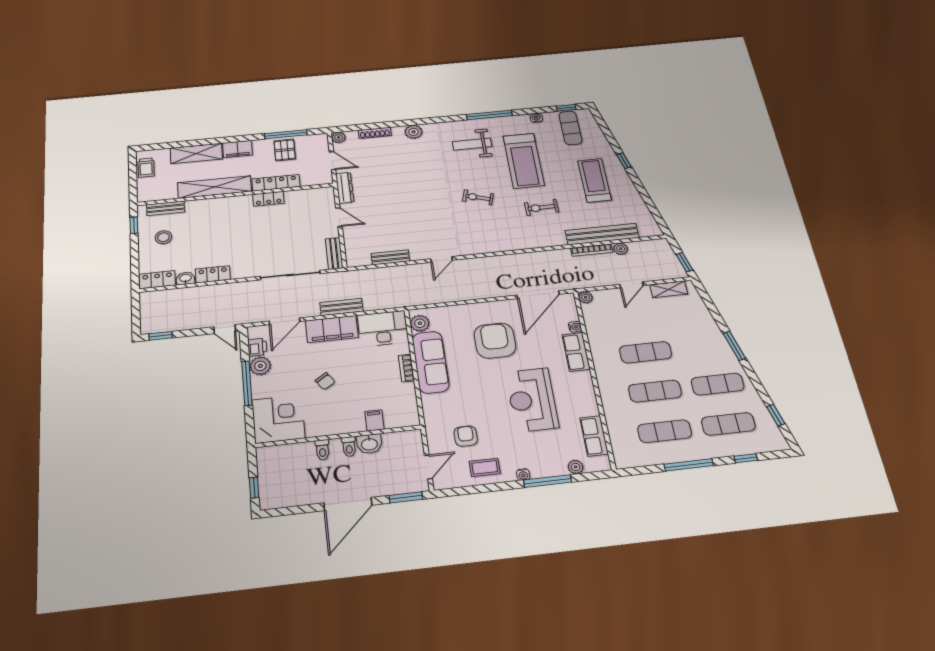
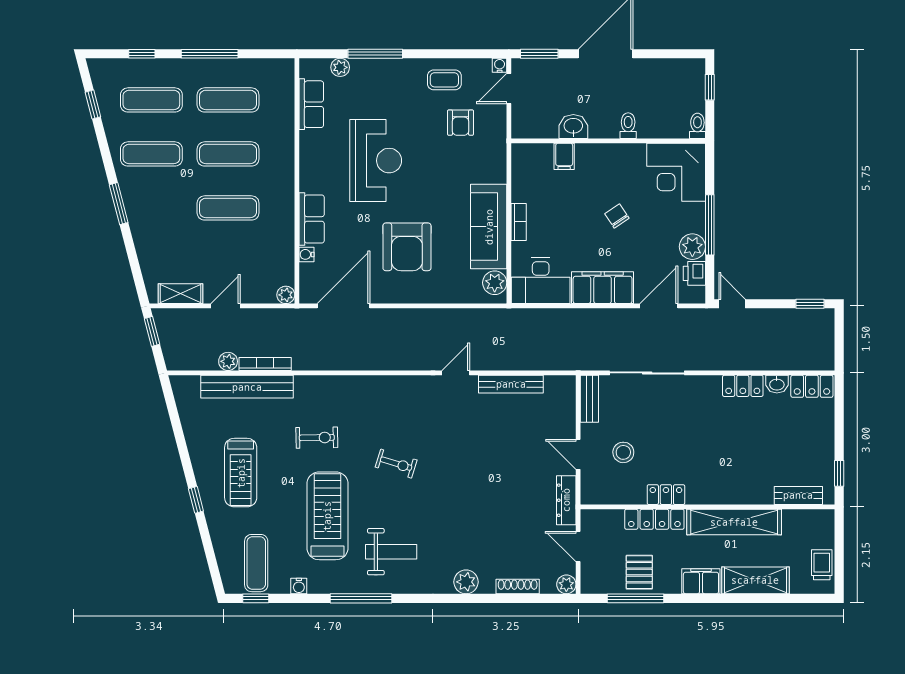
stool: (163, 237) -> (623, 452), moved
bench: (390, 257) -> (511, 384), width x1.36
bench: (341, 307) -> (588, 318), removed
toilet: (349, 447) -> (697, 126), moved
water cooler: (523, 475) -> (500, 65), moved

